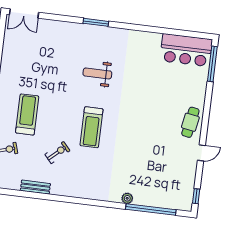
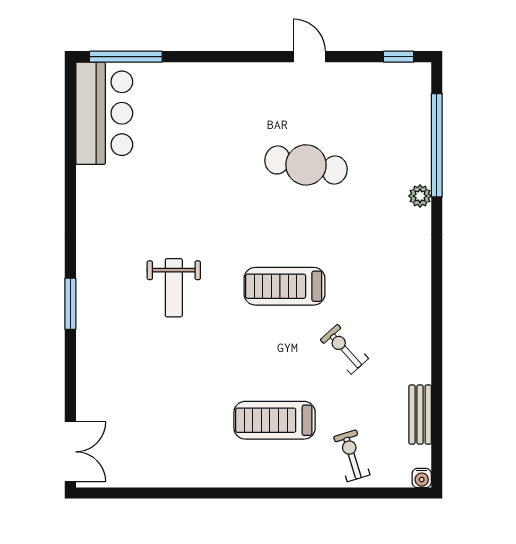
cafe table: (190, 122) -> (306, 165), moved, width x1.37, depth x1.35
treadmill: (92, 127) -> (285, 286), turned 180
bench: (35, 187) -> (420, 415), moved

